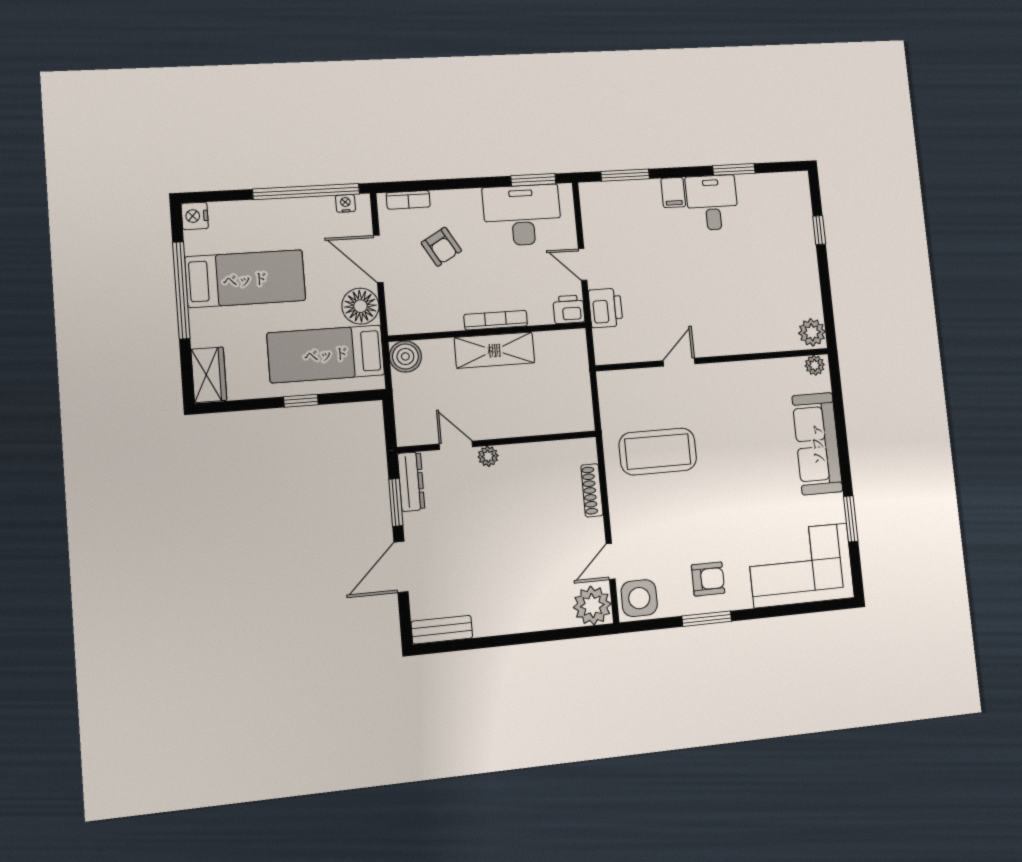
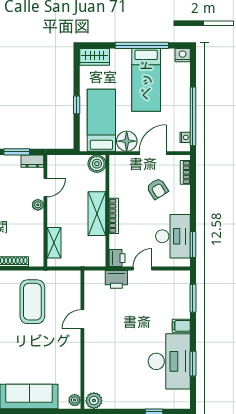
desk: (712, 203) -> (169, 361), width x1.87, depth x1.30
armchair: (441, 247) -> (157, 189), turned -92
door: (679, 362) -> (82, 319), swing flipped
shelving: (552, 422) -> (54, 243), added
dresser: (411, 482) -> (32, 161), width x0.70

